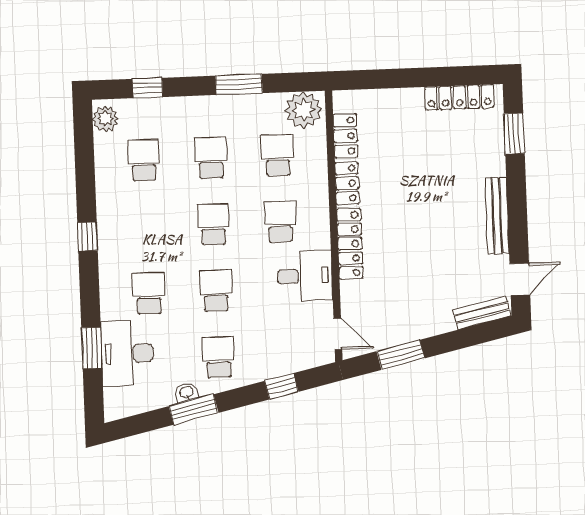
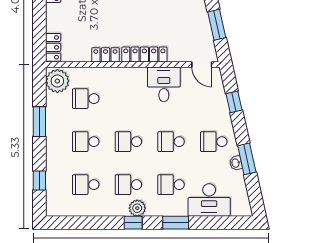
plant: (106, 119) -> (137, 208), moved
locker: (346, 136) -> (53, 47), moved, turned 90
school desk: (280, 222) -> (128, 185), moved
door: (338, 334) -> (202, 64), swing flipped
window: (92, 348) -> (176, 223), moved

